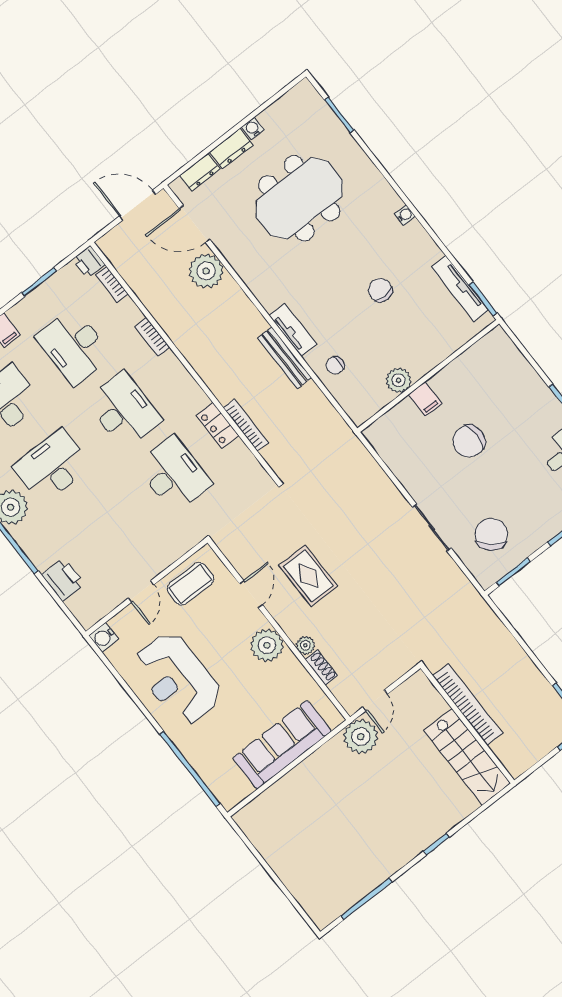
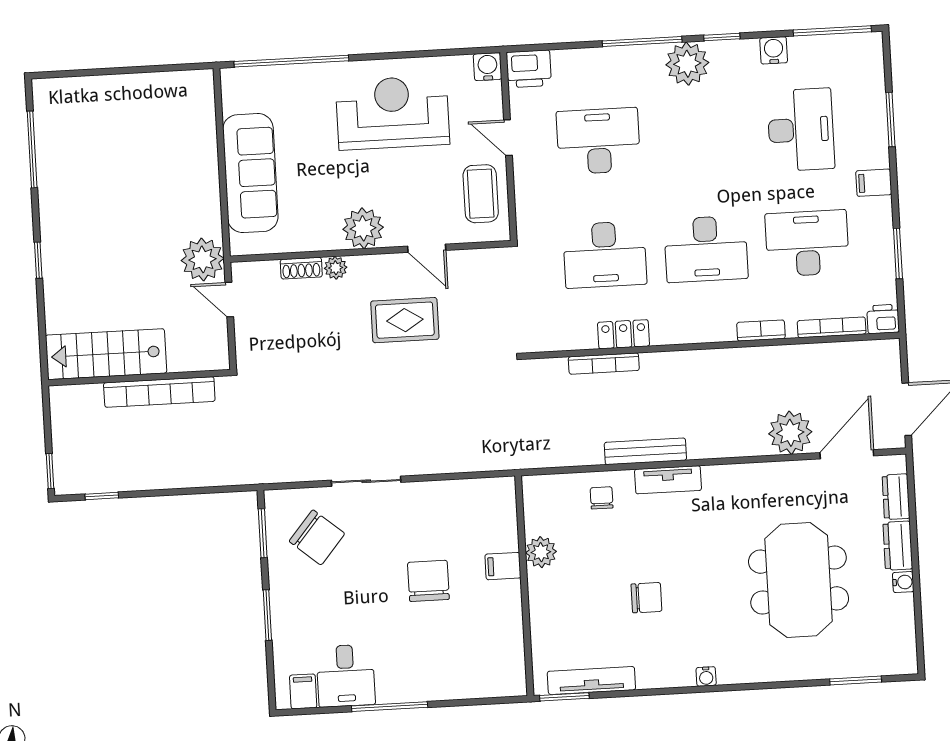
bookcase: (112, 284) -> (832, 327), width x1.56
desk: (52, 466) -> (598, 141), moved, turned -90
printer: (63, 579) -> (529, 69), moved

